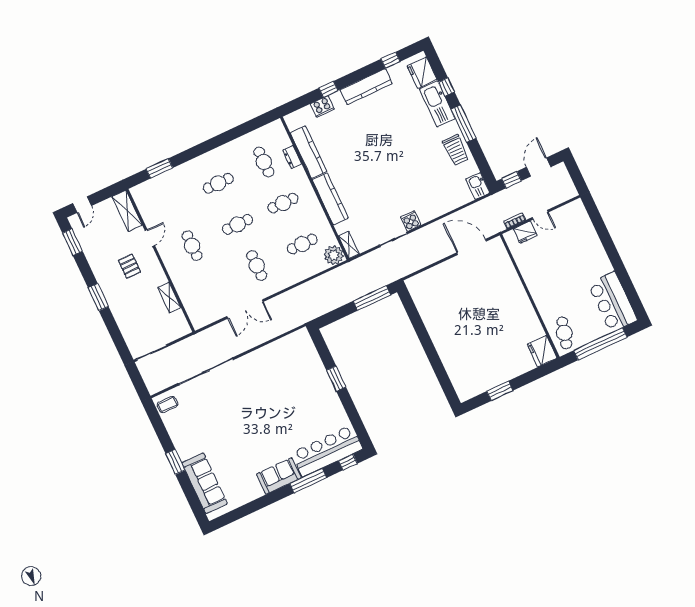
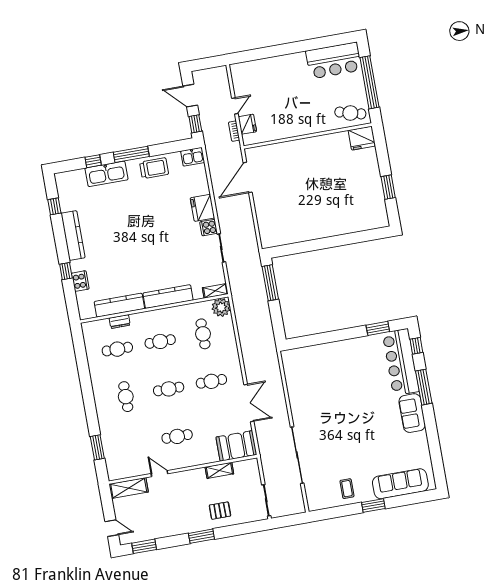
fridge: (422, 73) -> (202, 208), moved, turned 90
cafe table: (283, 203) -> (160, 341), turned 90
cafe table: (238, 224) -> (169, 389), turned 90
pallet: (129, 266) -> (220, 511), moved
booth: (198, 308) -> (236, 446), added
window: (336, 379) -> (378, 328), moved
coffee table: (167, 405) -> (347, 489), moved

